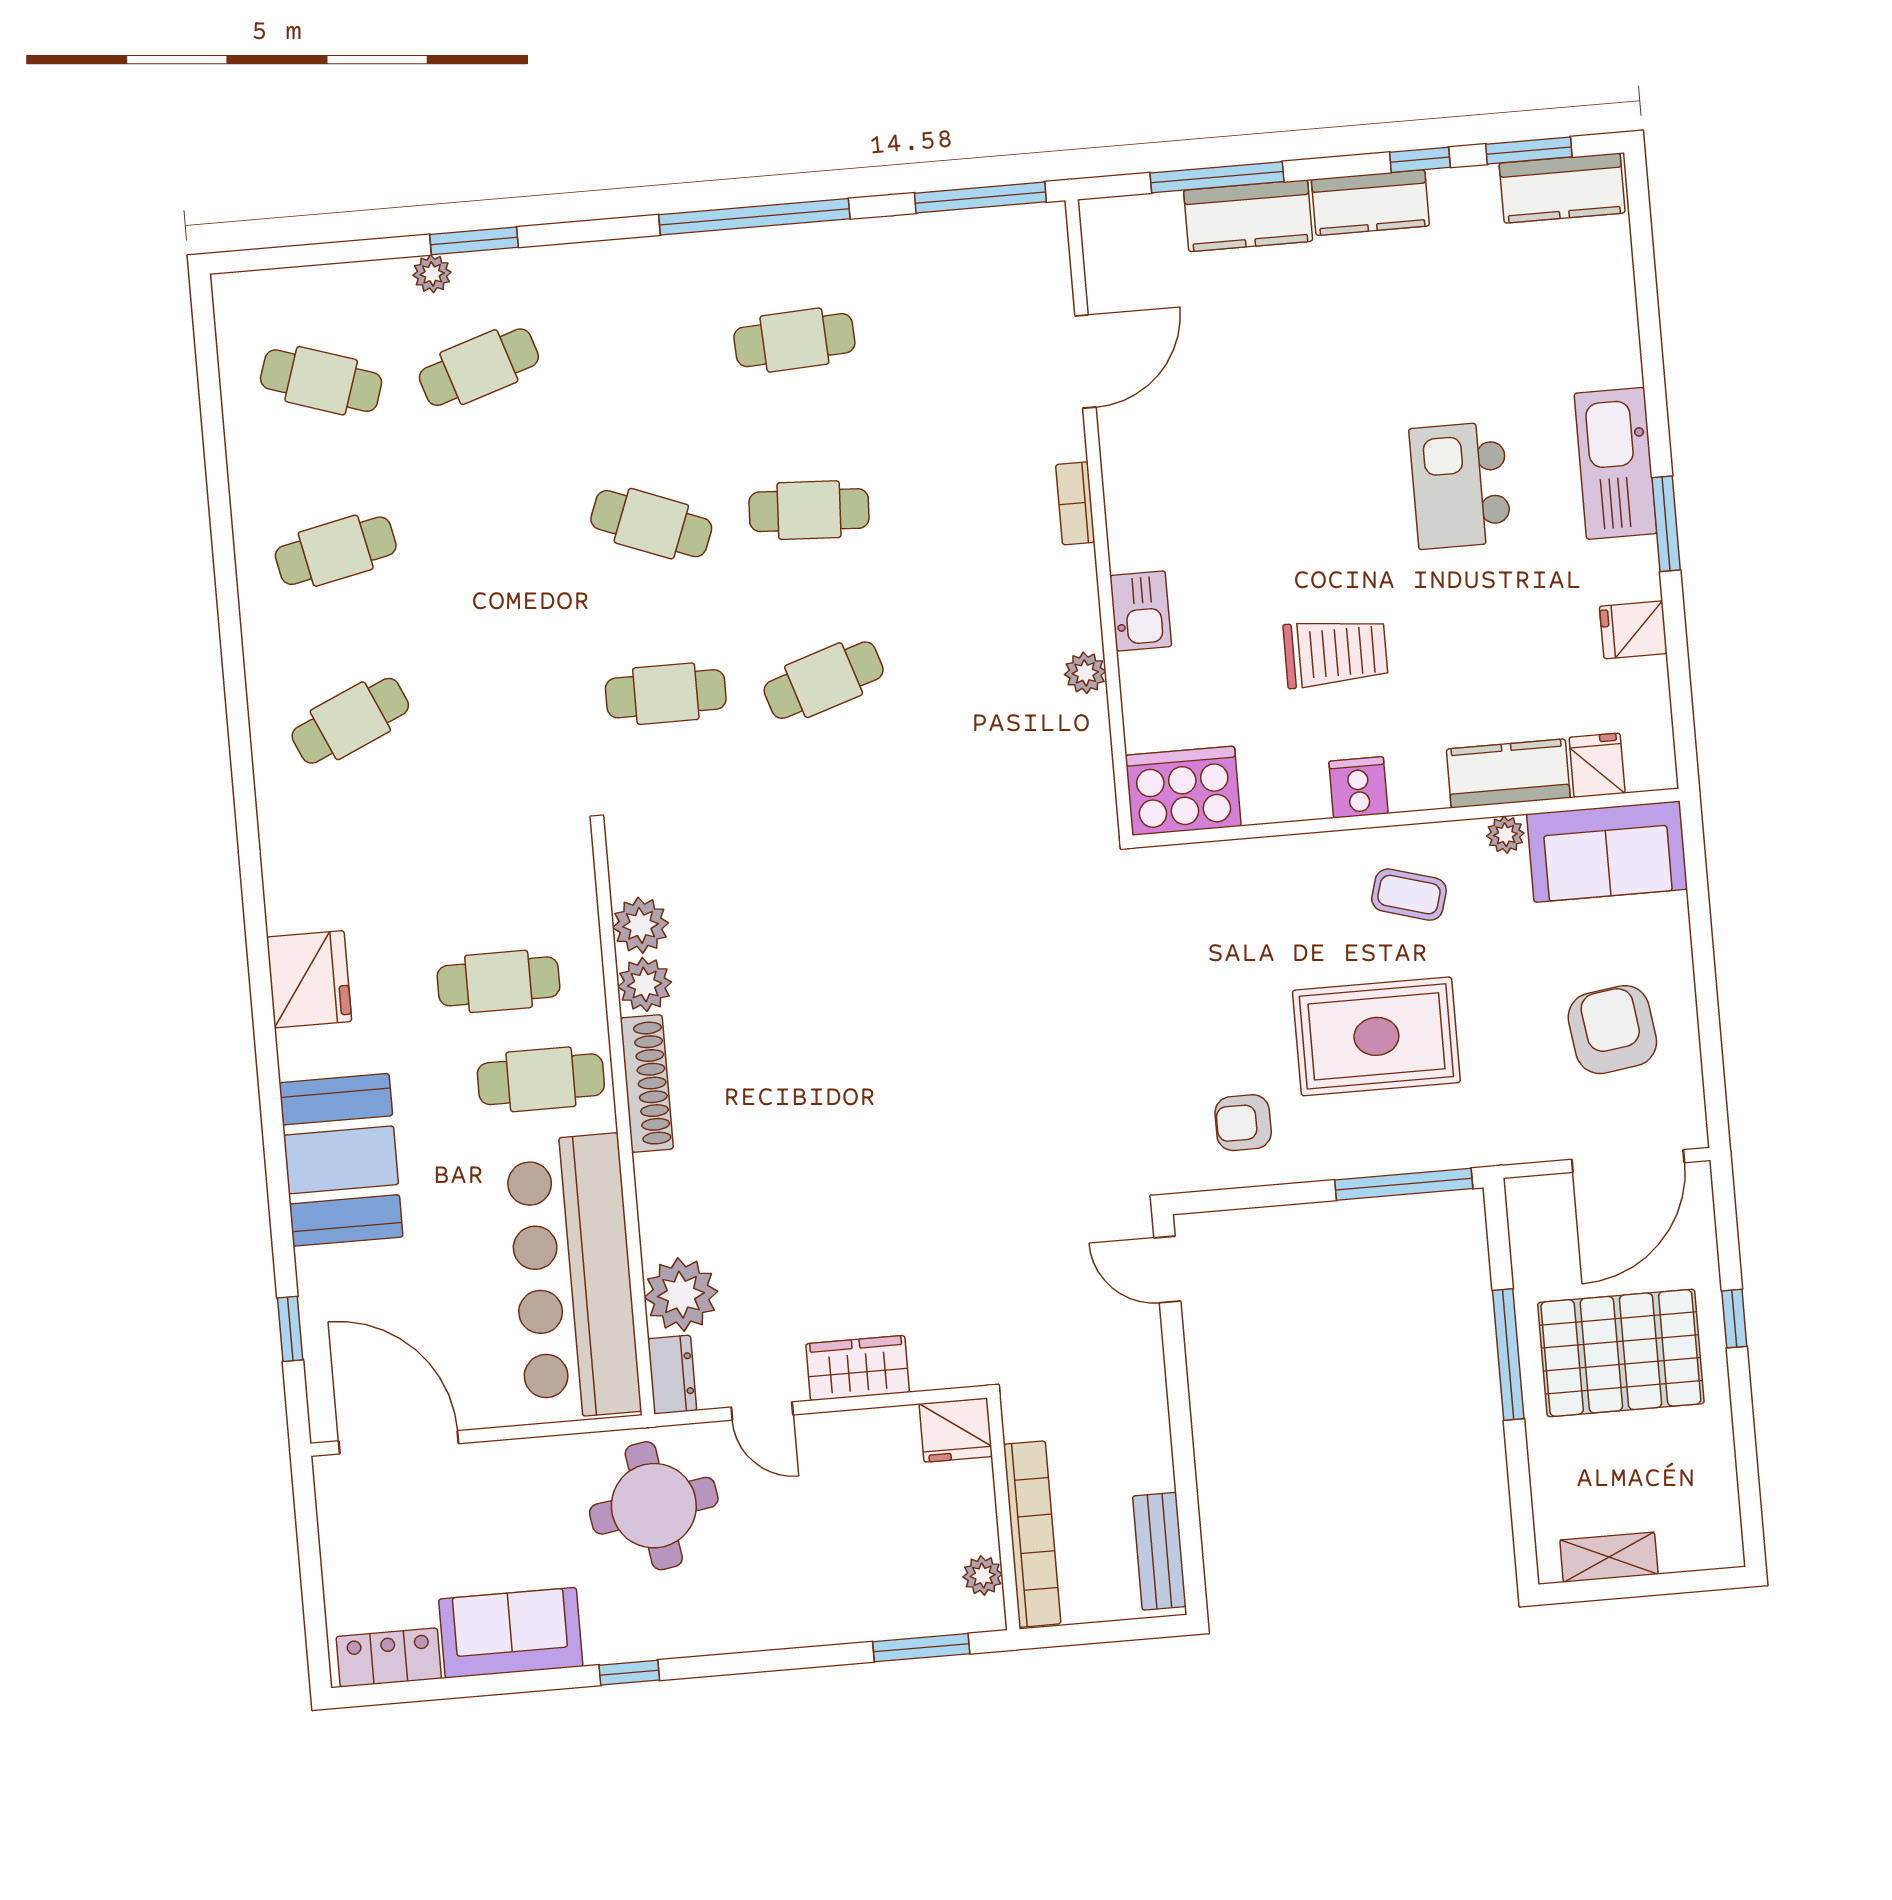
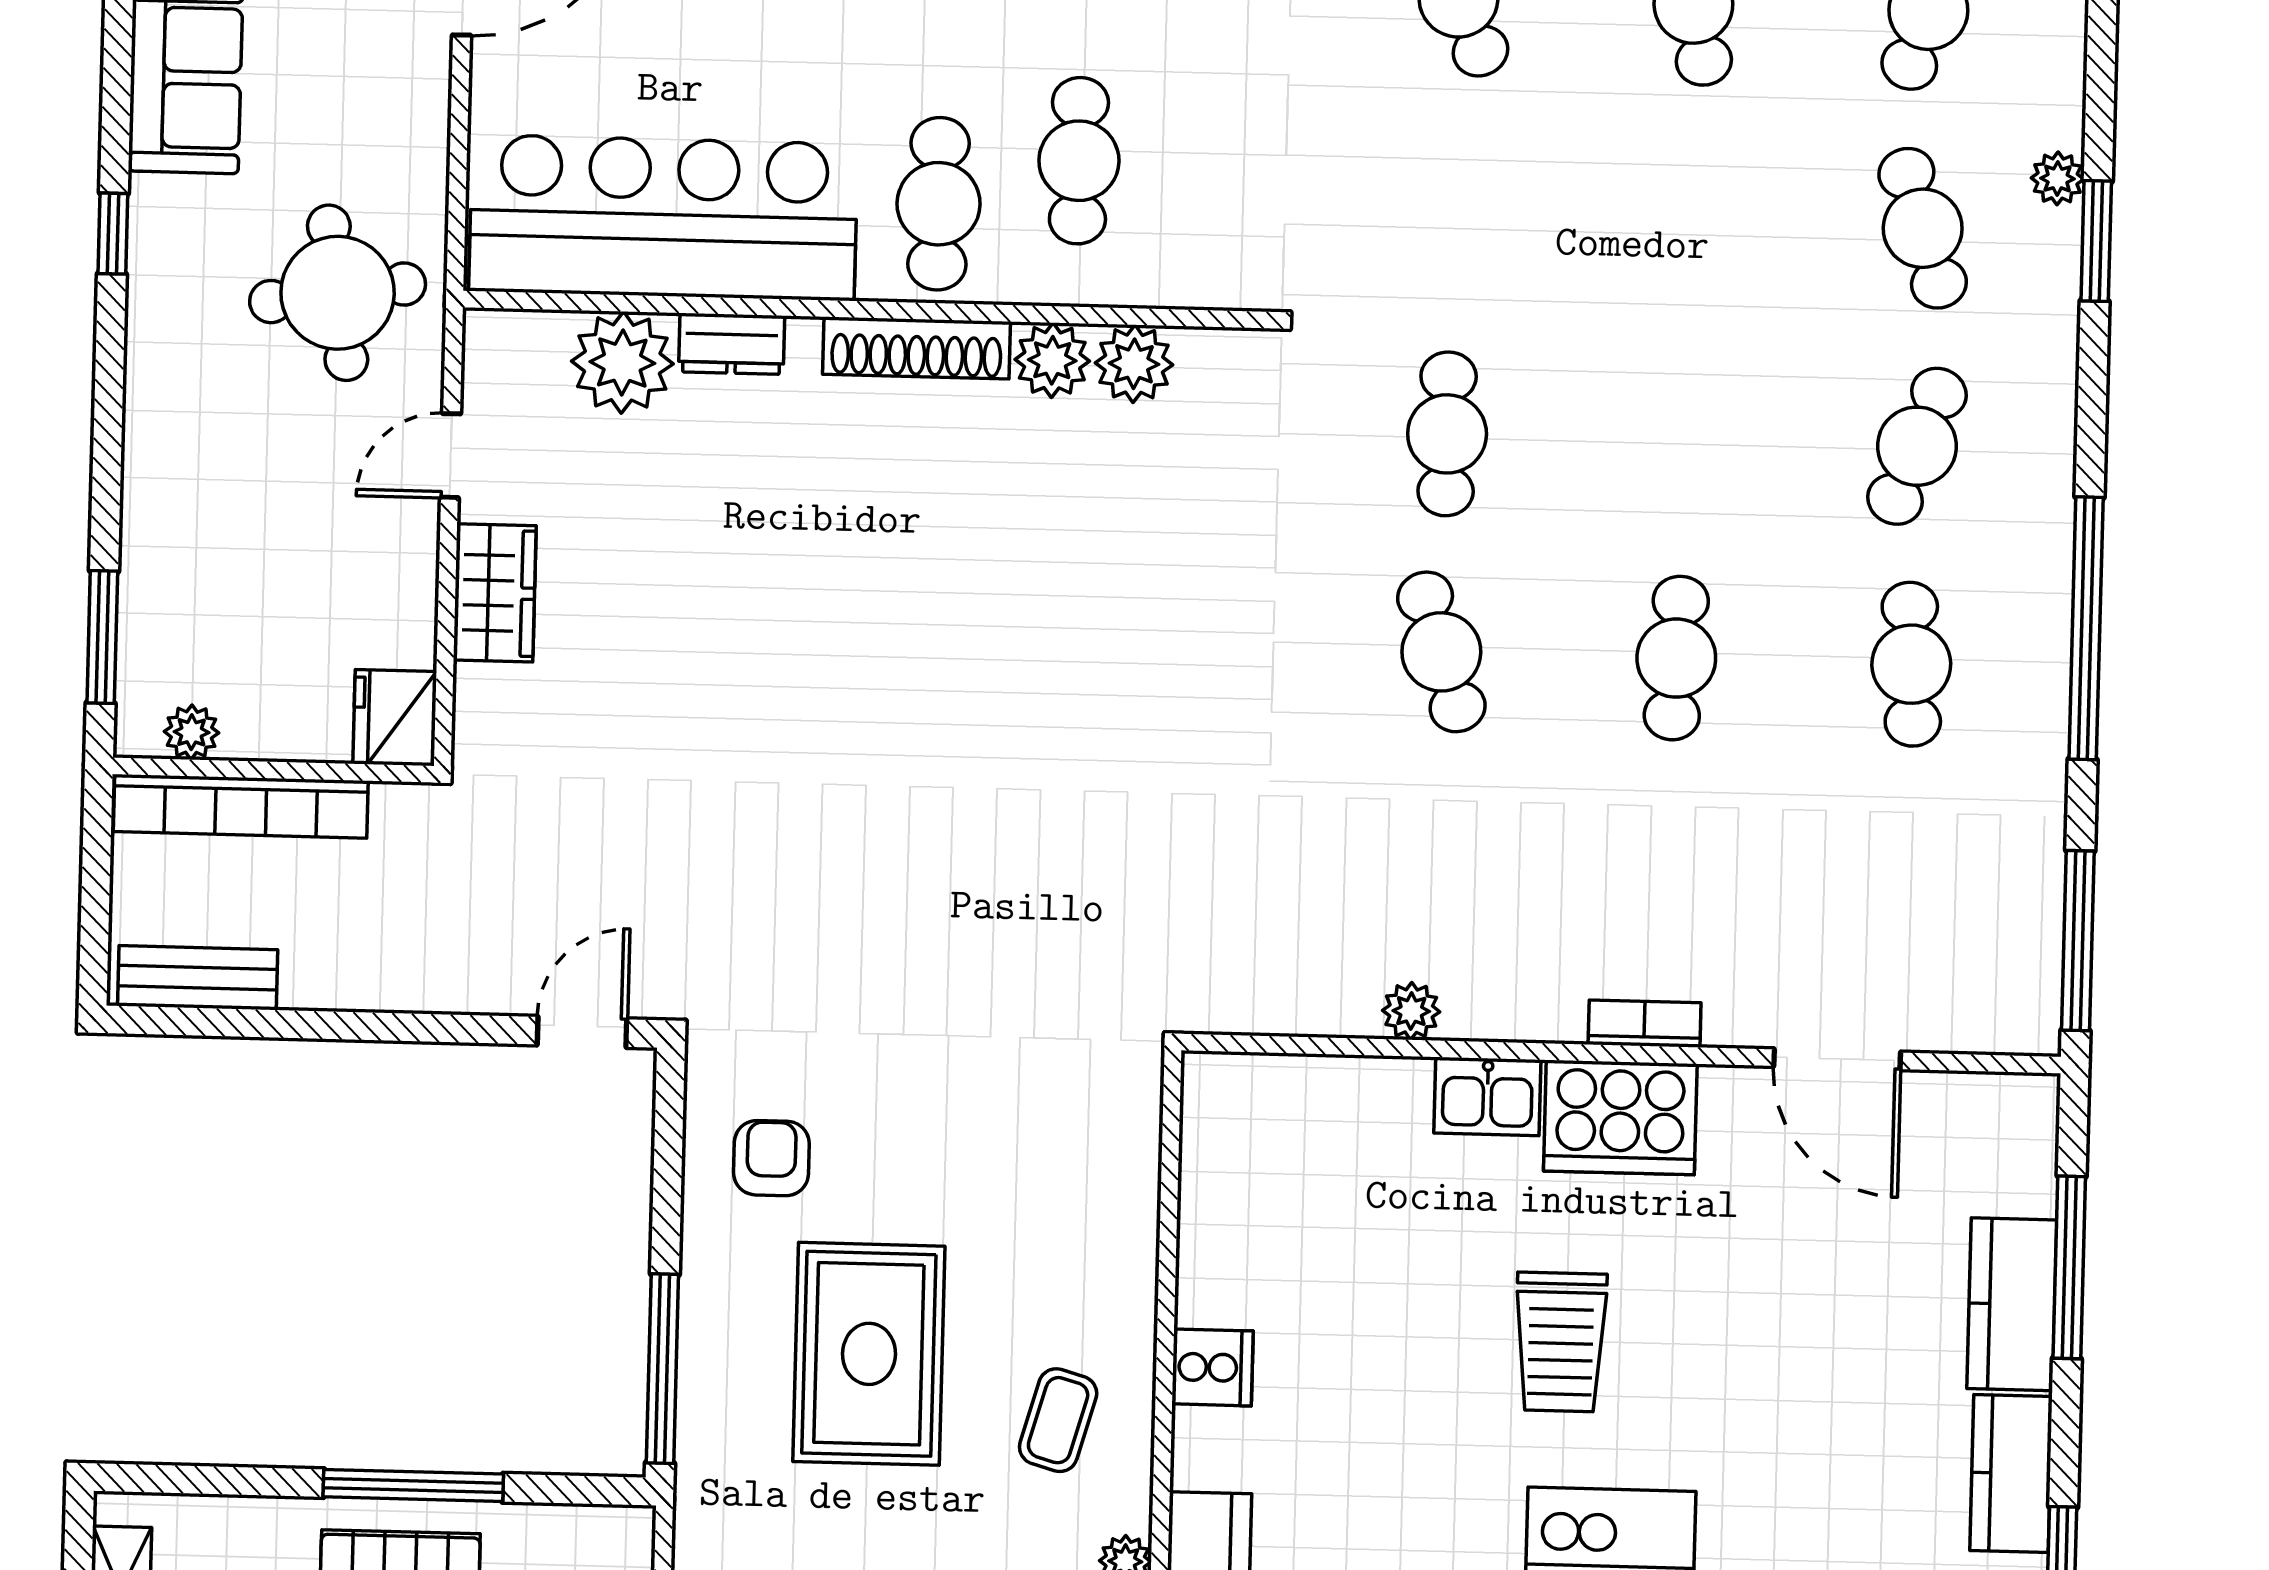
cafe table: (651, 524) -> (1917, 446), moved
trolley: (1336, 653) -> (1561, 1342), moved
cooker: (1183, 791) -> (1620, 1117), moved, turned 90
dresser: (672, 1375) -> (732, 344), moved

